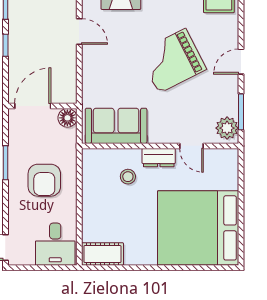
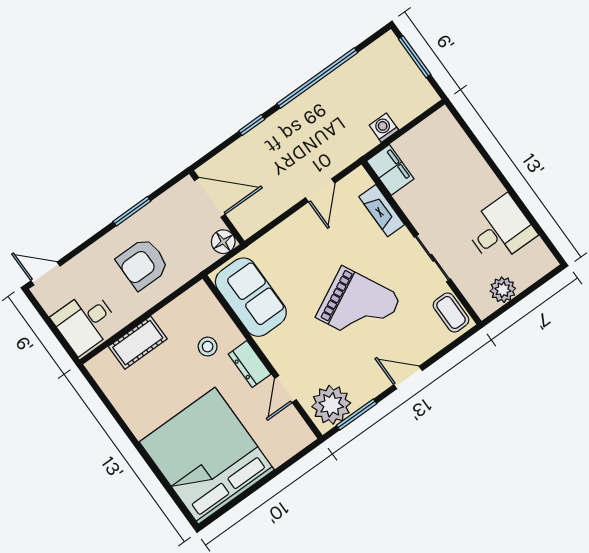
grand piano: (172, 61) -> (358, 307), turned 180
plant: (227, 128) -> (331, 405), width x1.36, depth x1.36
cot: (102, 254) -> (138, 343), moved, turned 90

